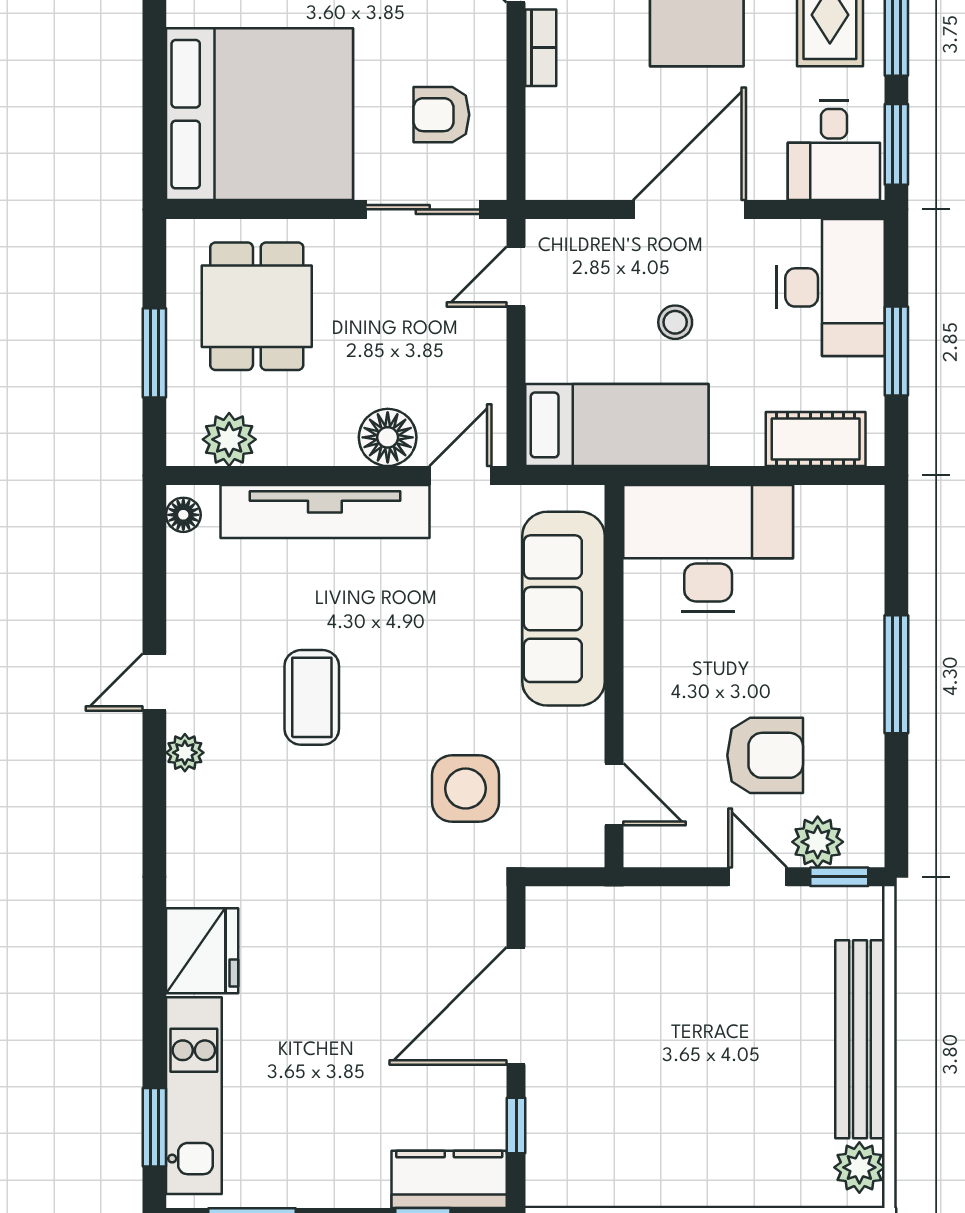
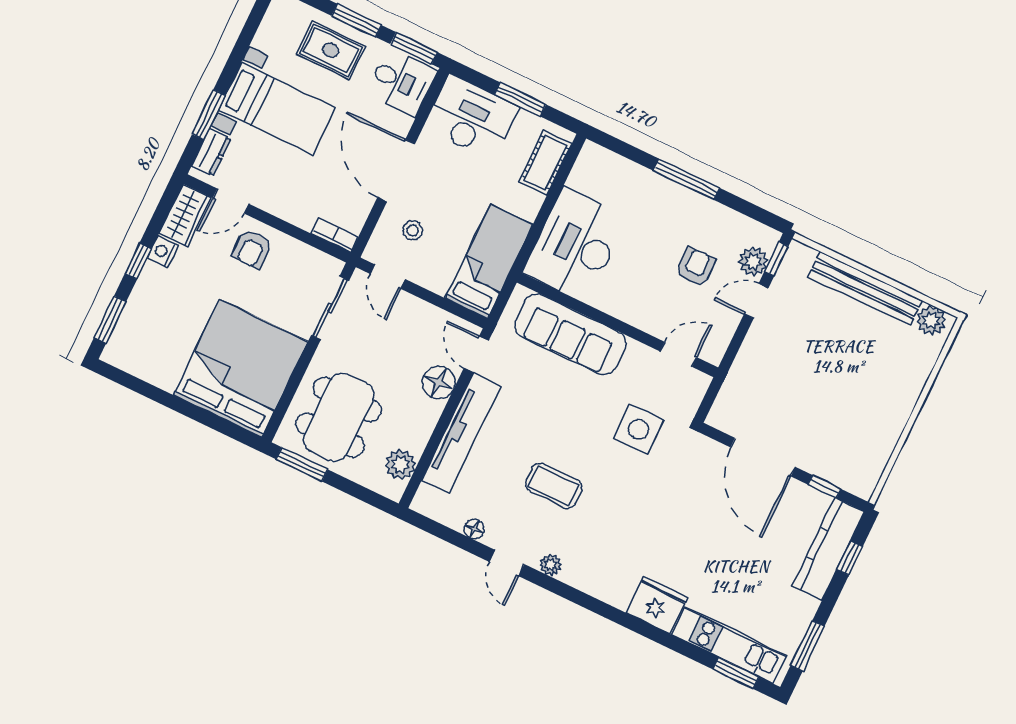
bookcase: (541, 48) -> (335, 235), moved
armchair: (441, 115) -> (252, 249), moved
dining table: (257, 306) -> (339, 417), width x1.38
stool: (675, 322) -> (413, 230), moved
window: (154, 353) -> (302, 464), moved
floor lamp: (183, 515) -> (474, 529), moved
armchair: (765, 755) -> (696, 267), width x0.72, depth x0.72
kitchen counter: (449, 1179) -> (828, 549), width x1.50

